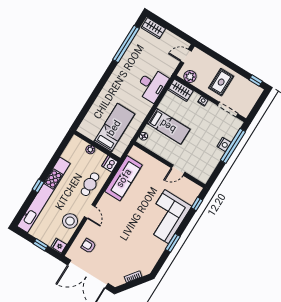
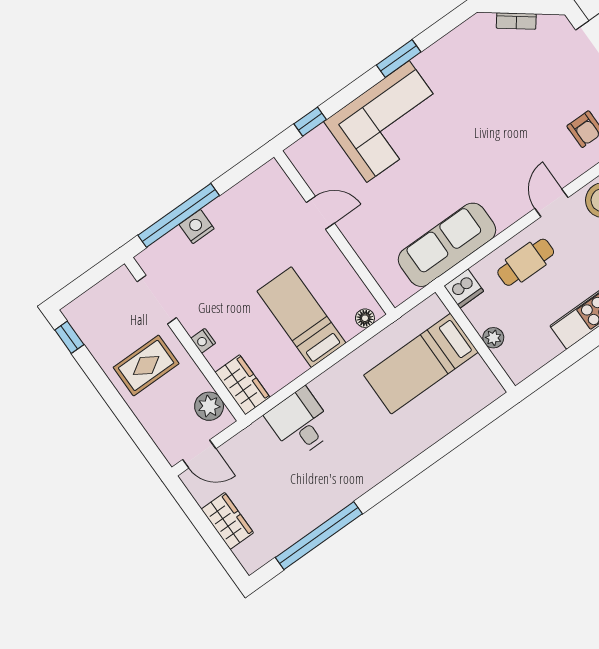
wardrobe: (153, 28) -> (227, 521), moved
desk: (152, 85) -> (300, 423), width x0.73

